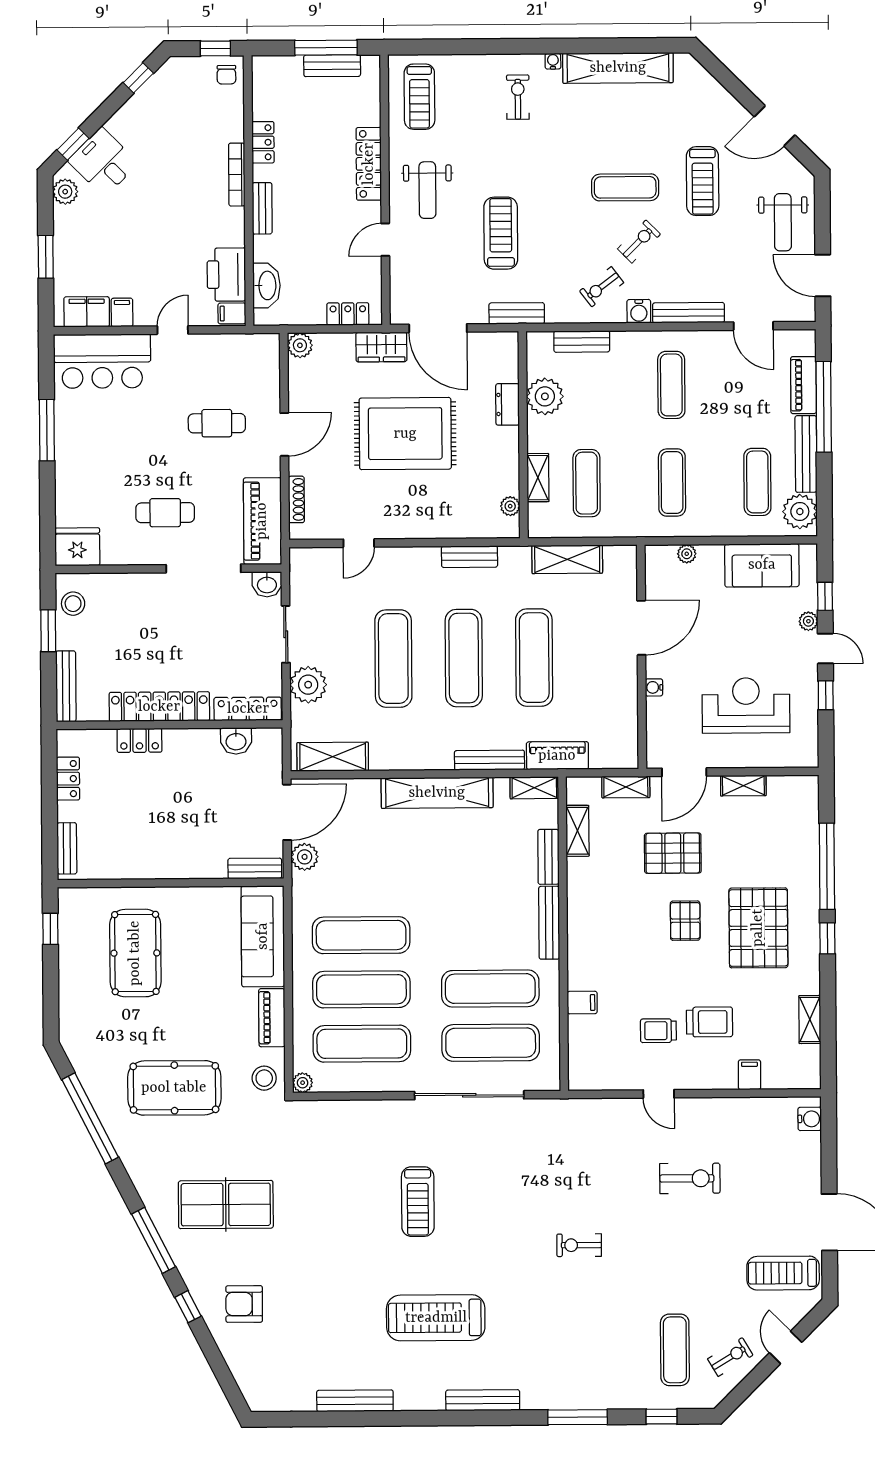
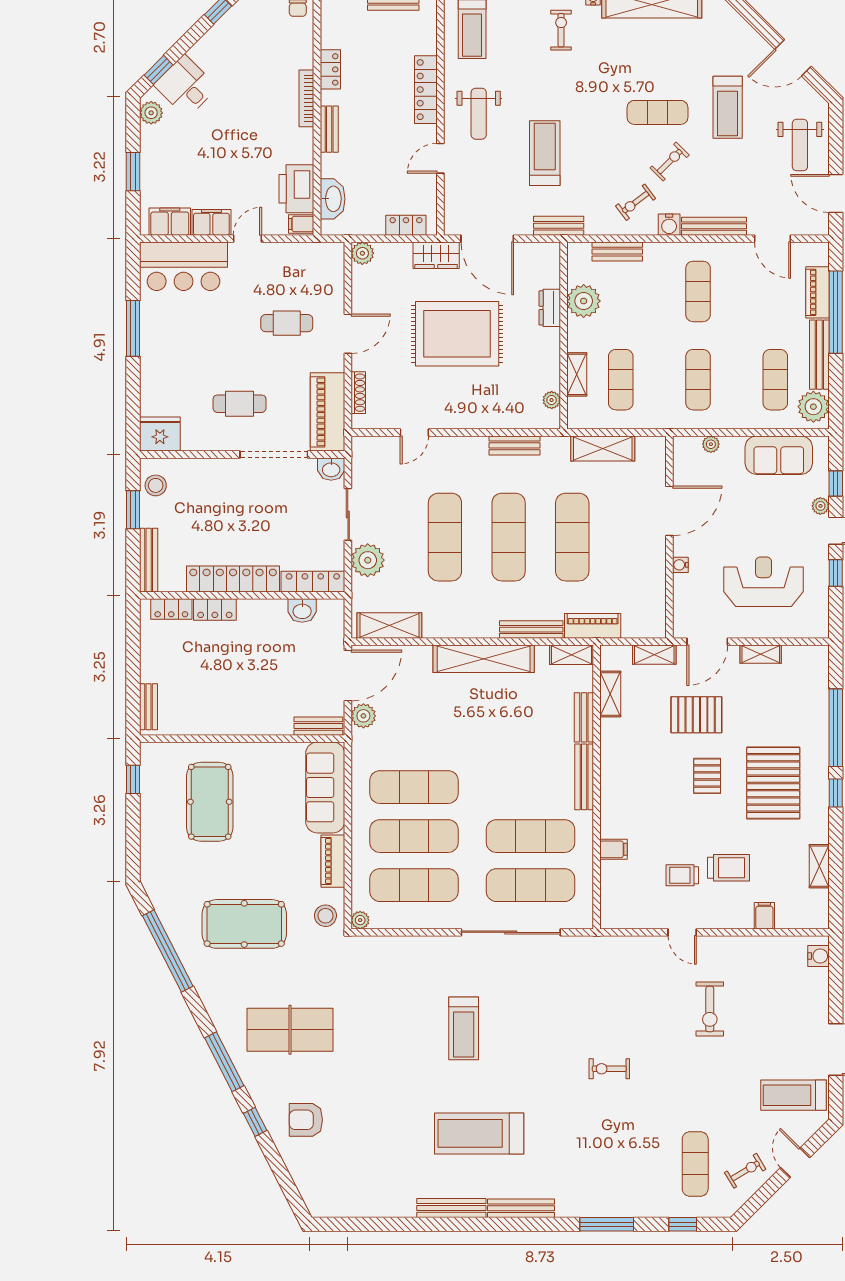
filing cabinet: (122, 312) -> (211, 222), width x2.00
locker: (68, 779) -> (171, 609), moved, turned 90
exercise bike: (690, 1178) -> (710, 1009), turned 90
bench: (355, 1401) -> (451, 1208), moved

